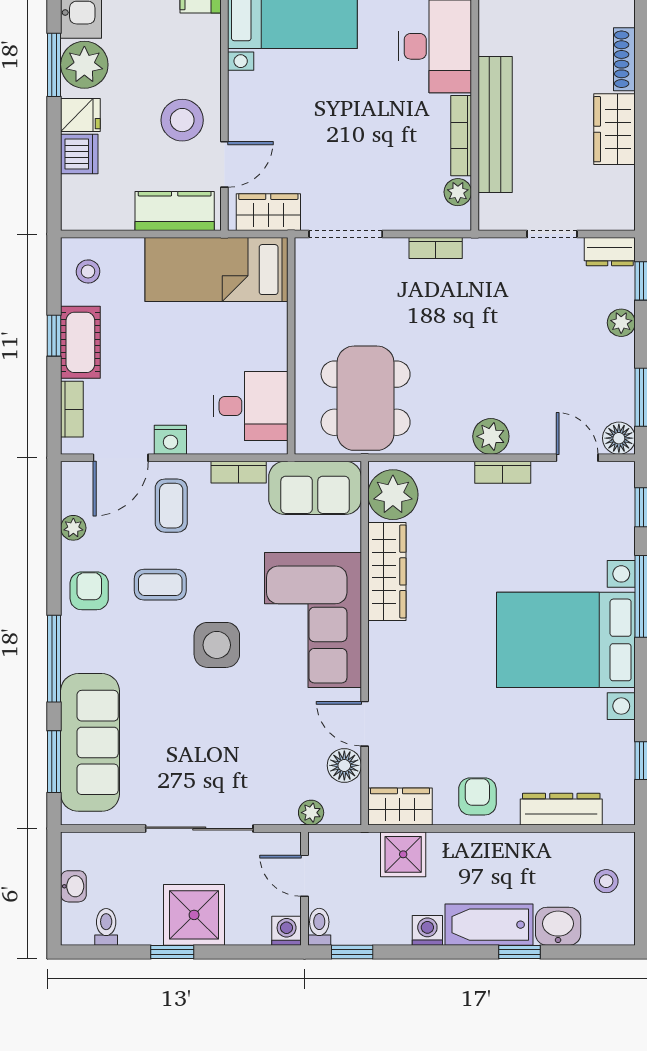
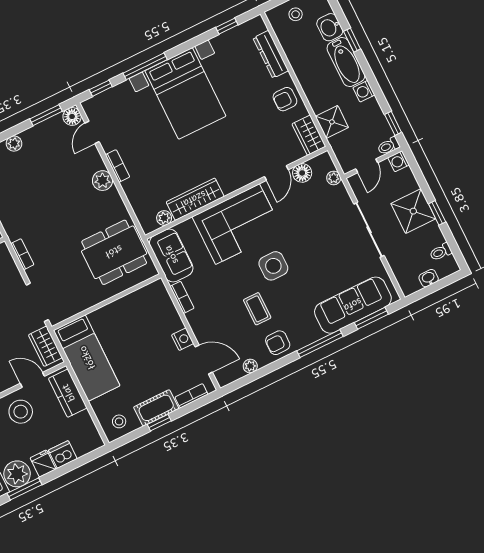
desk: (251, 406) -> (146, 308), removed
plant: (393, 495) -> (164, 218), width x0.53, depth x0.53
coffee table: (171, 506) -> (215, 323), removed

